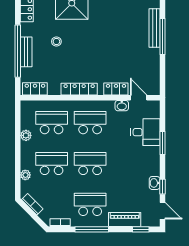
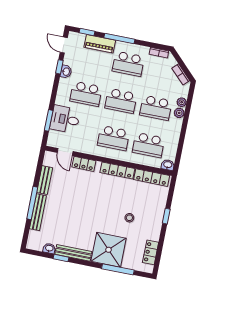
window: (18, 51) -> (166, 216), width x0.32
bench: (26, 52) -> (45, 180), moved
locker: (35, 89) -> (152, 178), width x1.53
washbasin: (122, 106) -> (168, 165), moved
plant: (26, 135) -> (179, 113), moved
window: (163, 143) -> (49, 120), moved
school desk: (129, 164) -> (86, 94), added
window: (92, 229) -> (119, 38), moved

